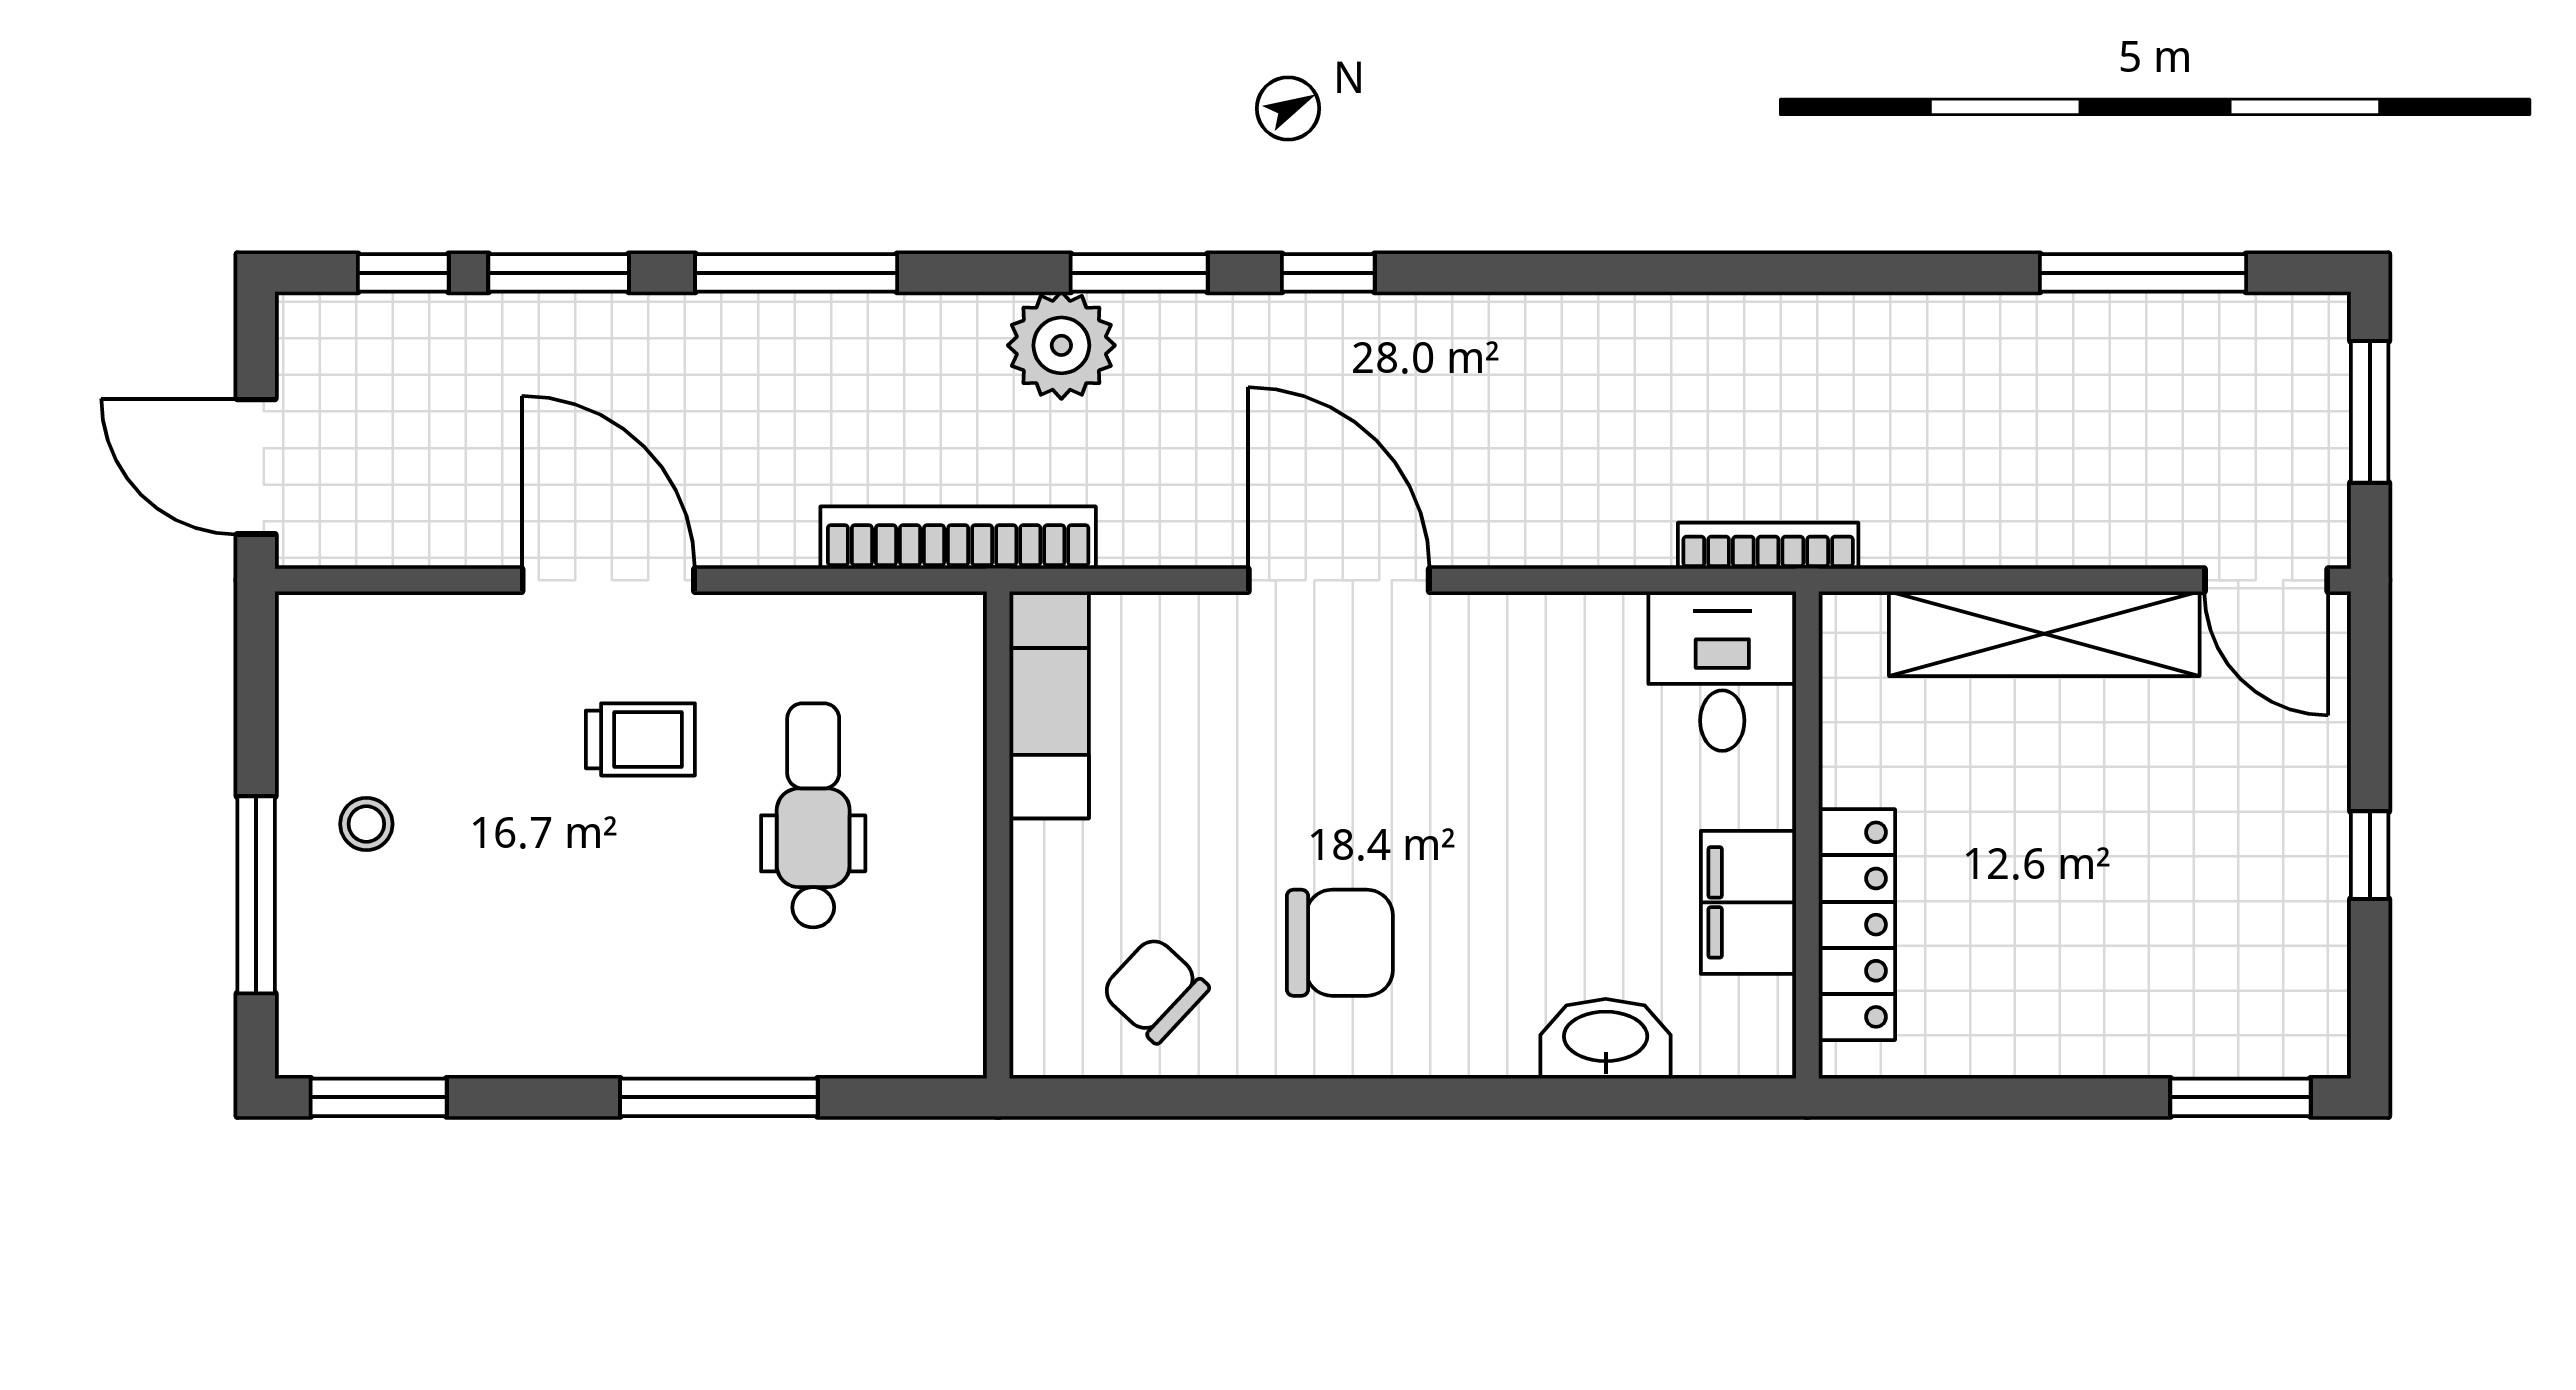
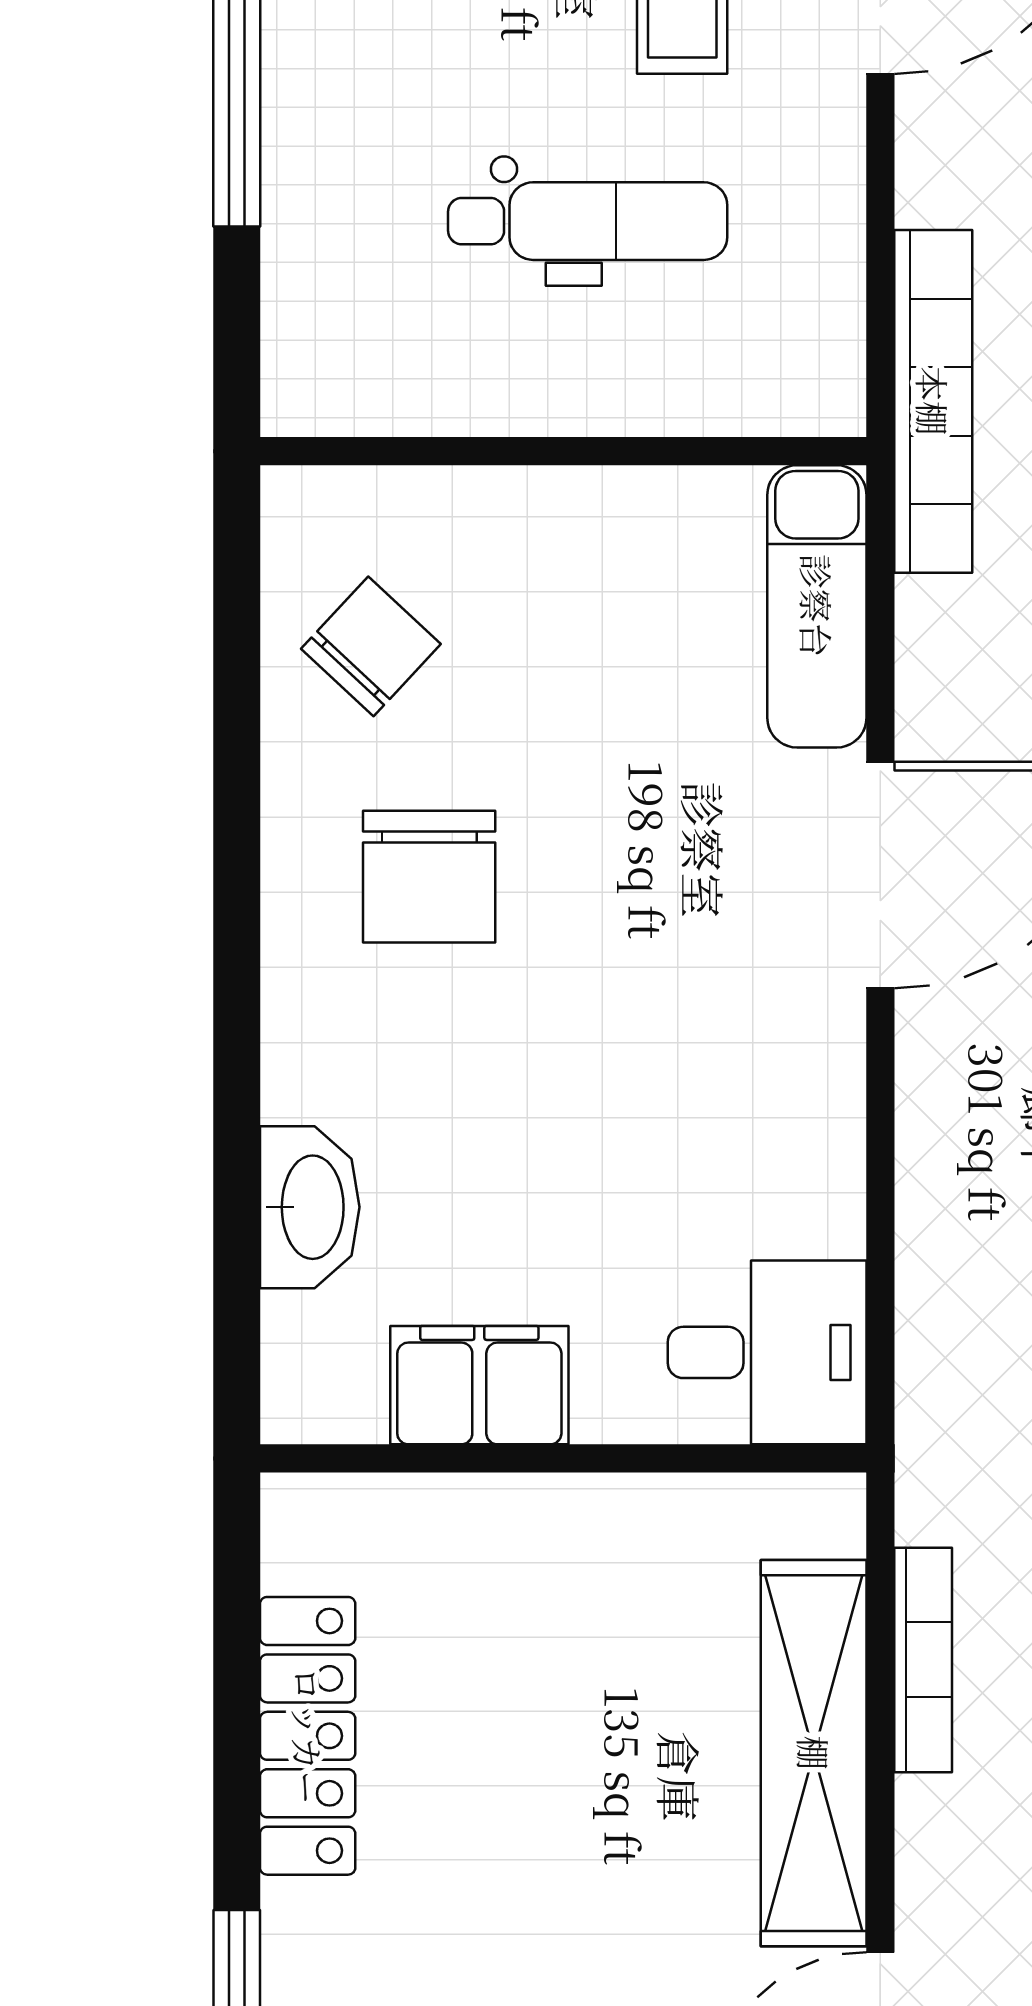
bookcase: (1768, 546) -> (923, 1660), moved
exam couch: (1049, 705) -> (817, 606), moved, turned 90
locker: (1857, 925) -> (308, 1736), moved, turned -90

